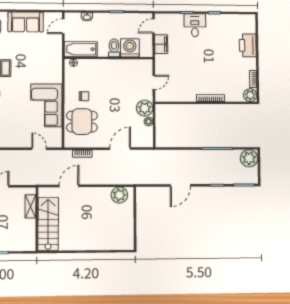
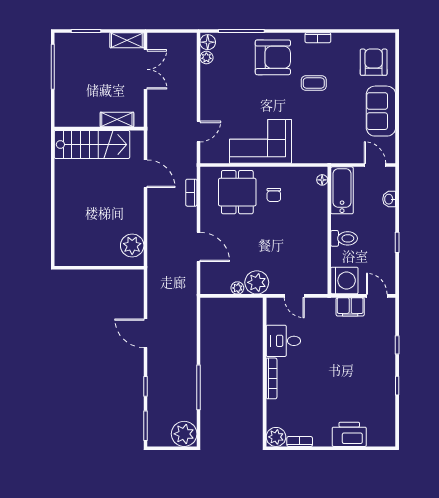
desk: (195, 25) -> (283, 341), moved, turned 180
washing machine: (130, 48) -> (344, 281), moved

